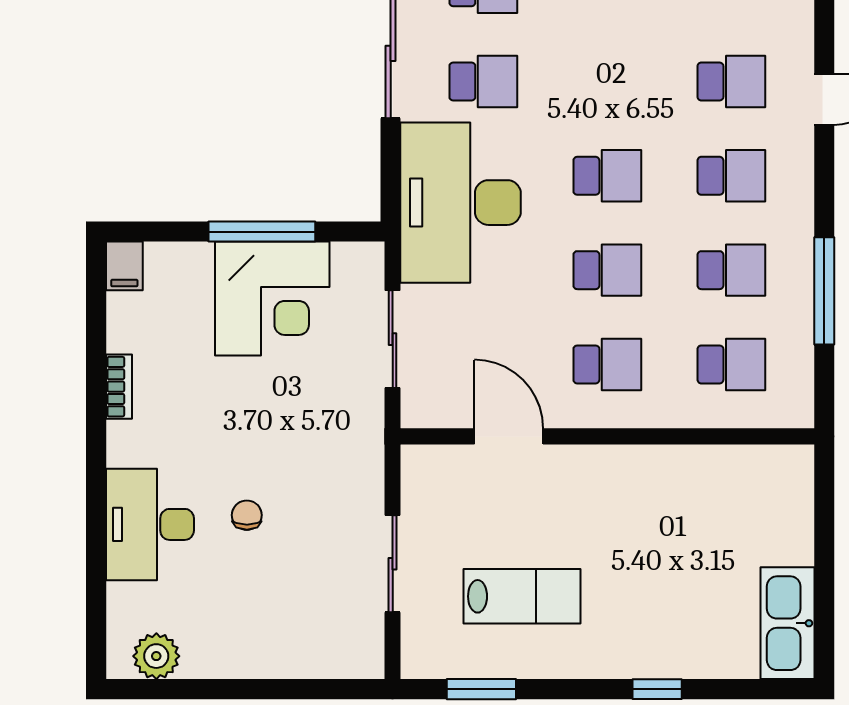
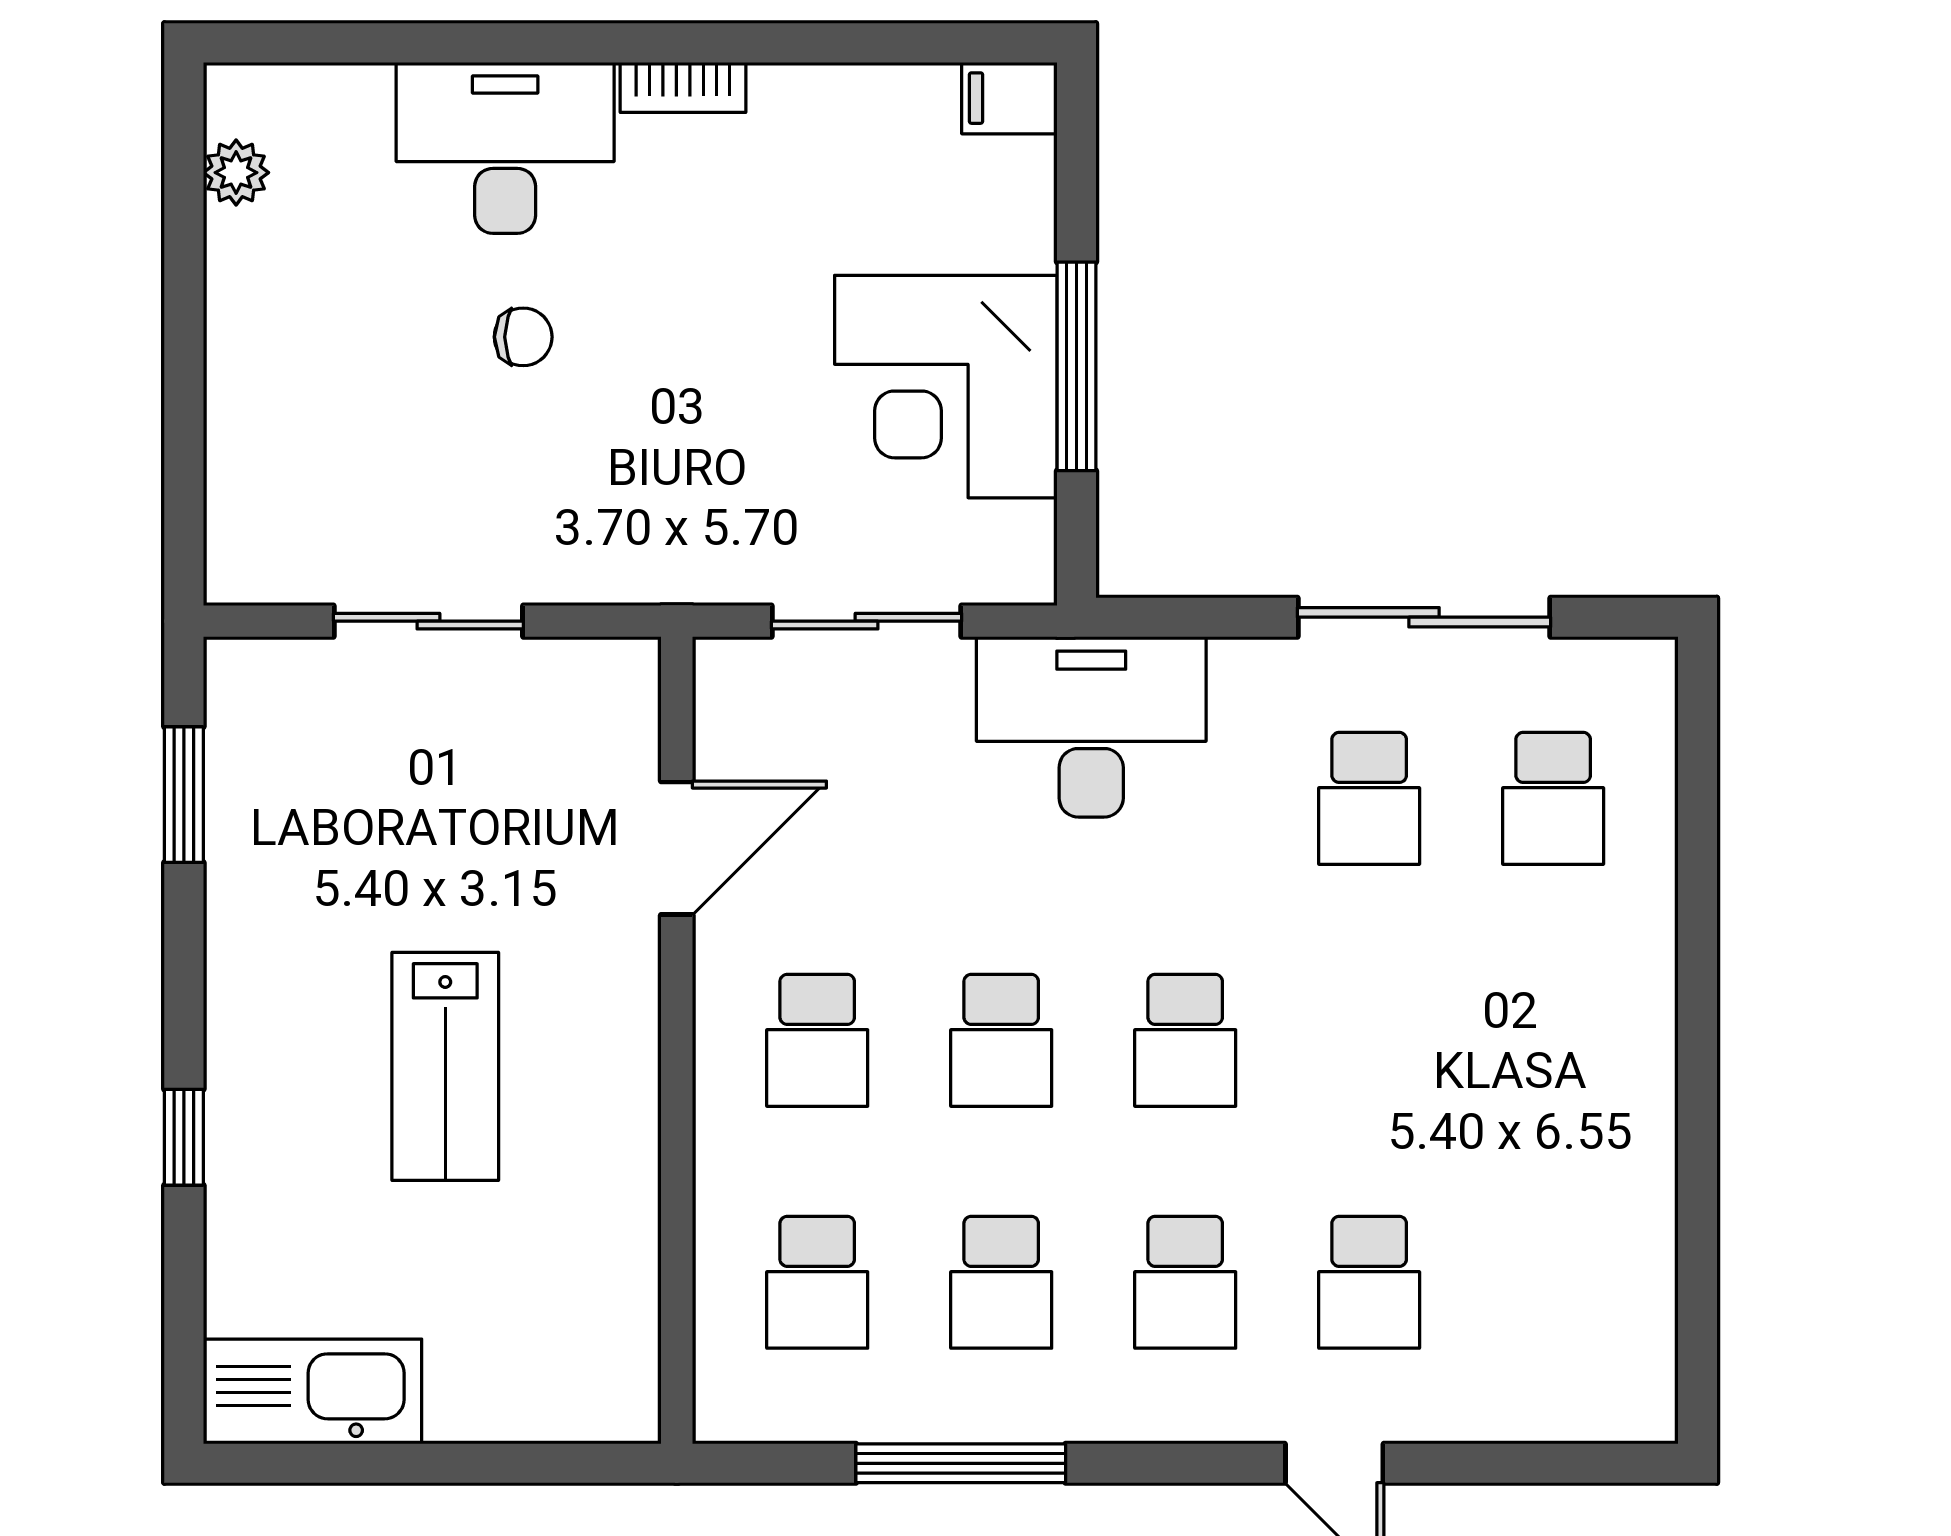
desk: (461, 203) -> (1091, 727), width x0.73, depth x0.77
bookcase: (119, 387) -> (683, 87), moved
lab bench: (522, 596) -> (445, 1066), moved
plant: (156, 656) -> (236, 173), width x0.73, depth x0.73

